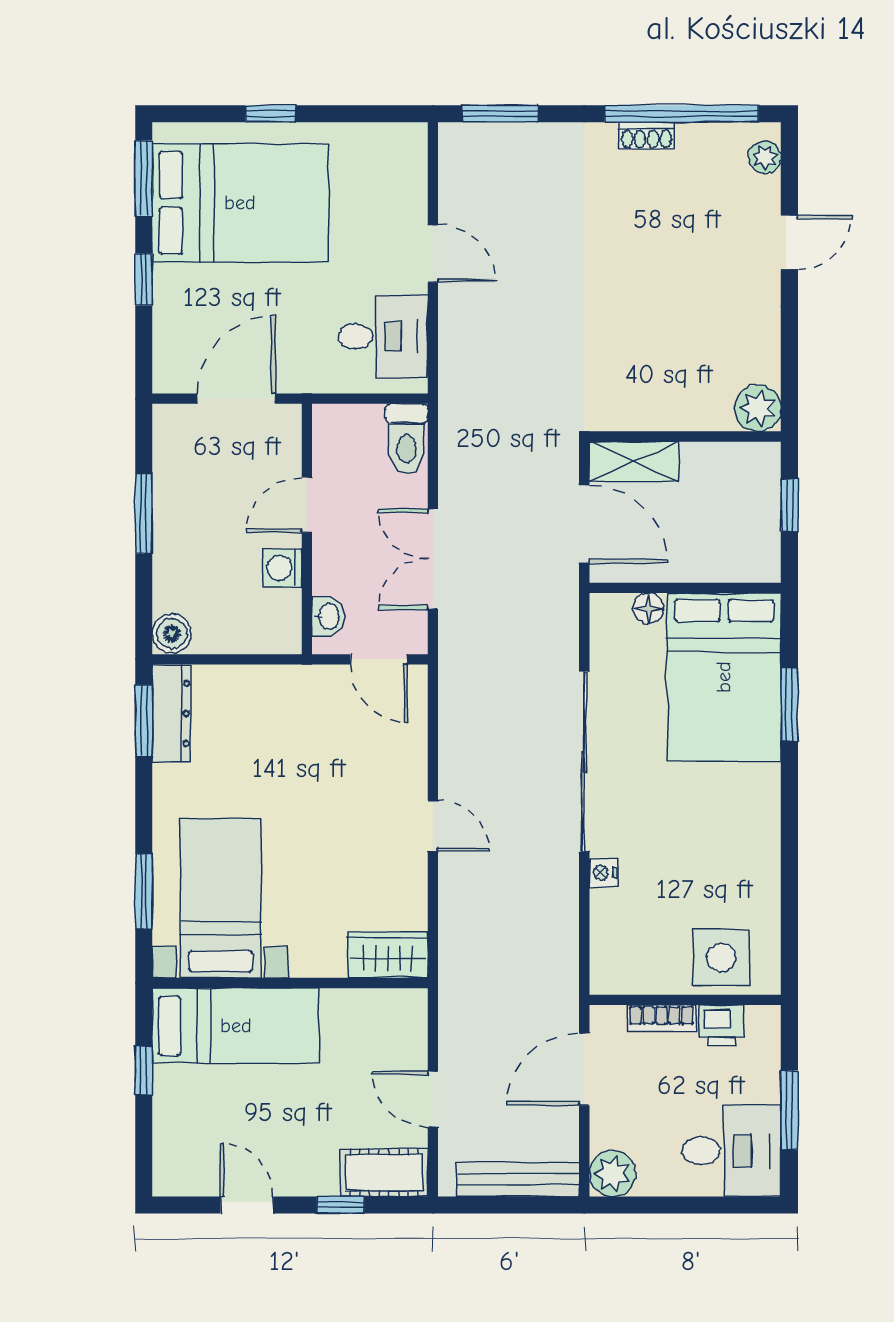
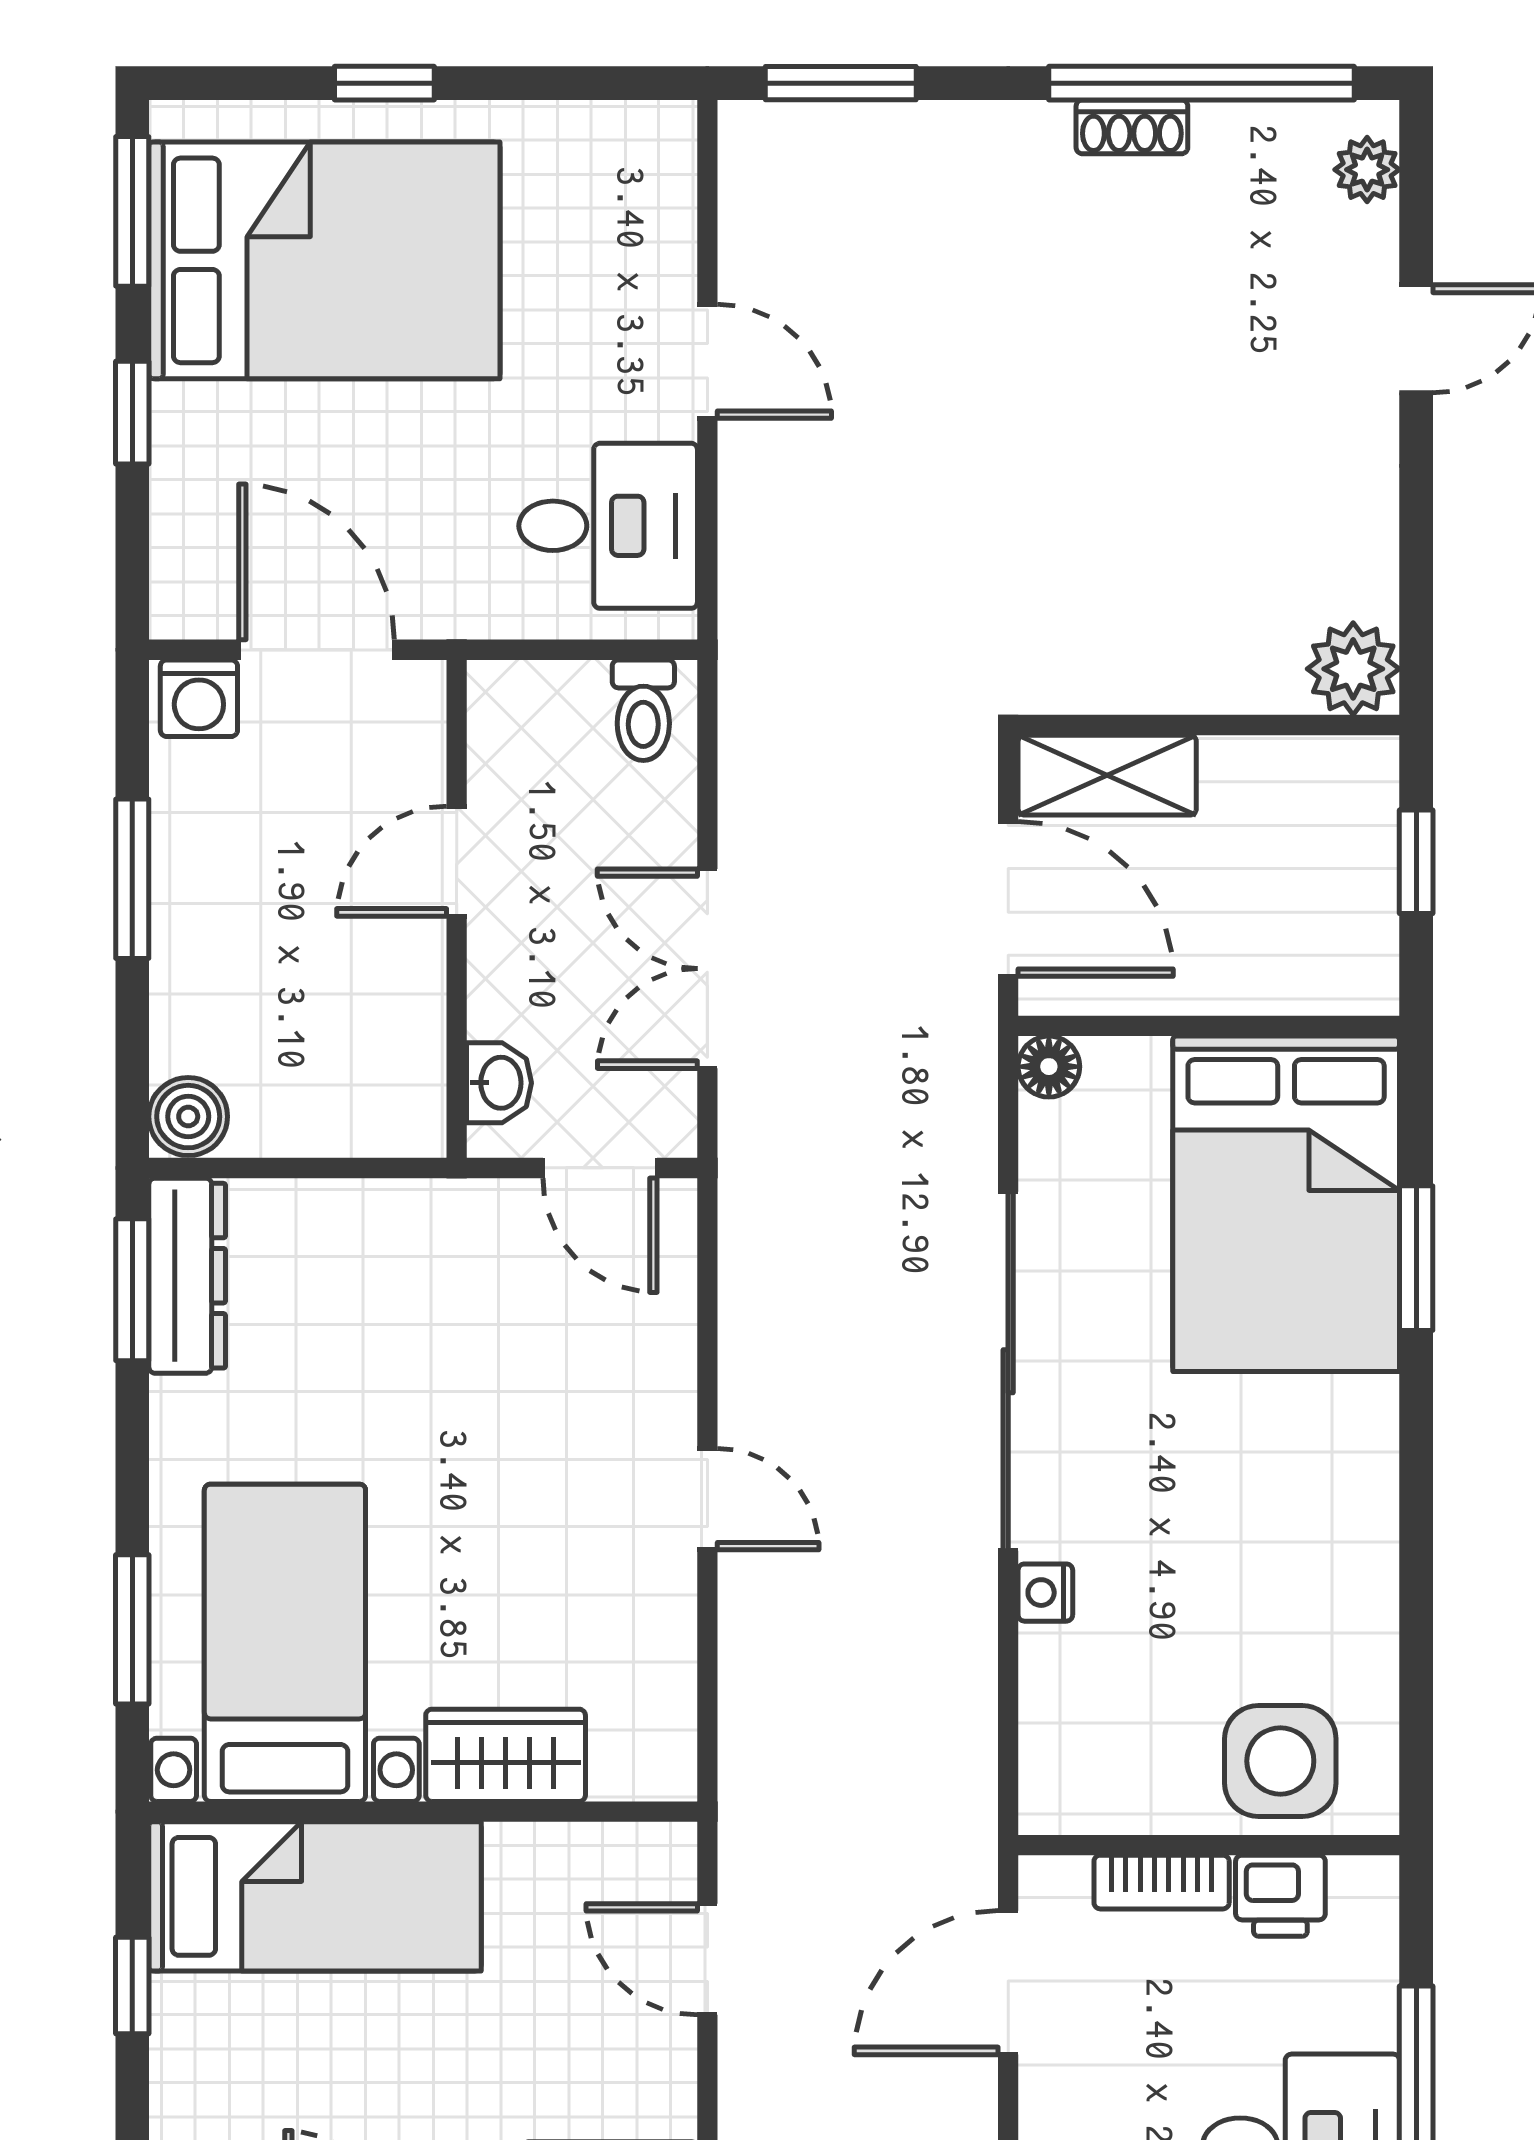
door: (236, 399) -> (316, 650), hinge flipped
toilet: (407, 439) -> (643, 710), width x0.73, depth x0.72
washing machine: (282, 568) -> (199, 698), moved, turned -90
floor lamp: (648, 608) -> (1049, 1067), moved
wardrobe: (388, 955) -> (506, 1755), moved
door: (433, 1099) -> (707, 1959), moved

